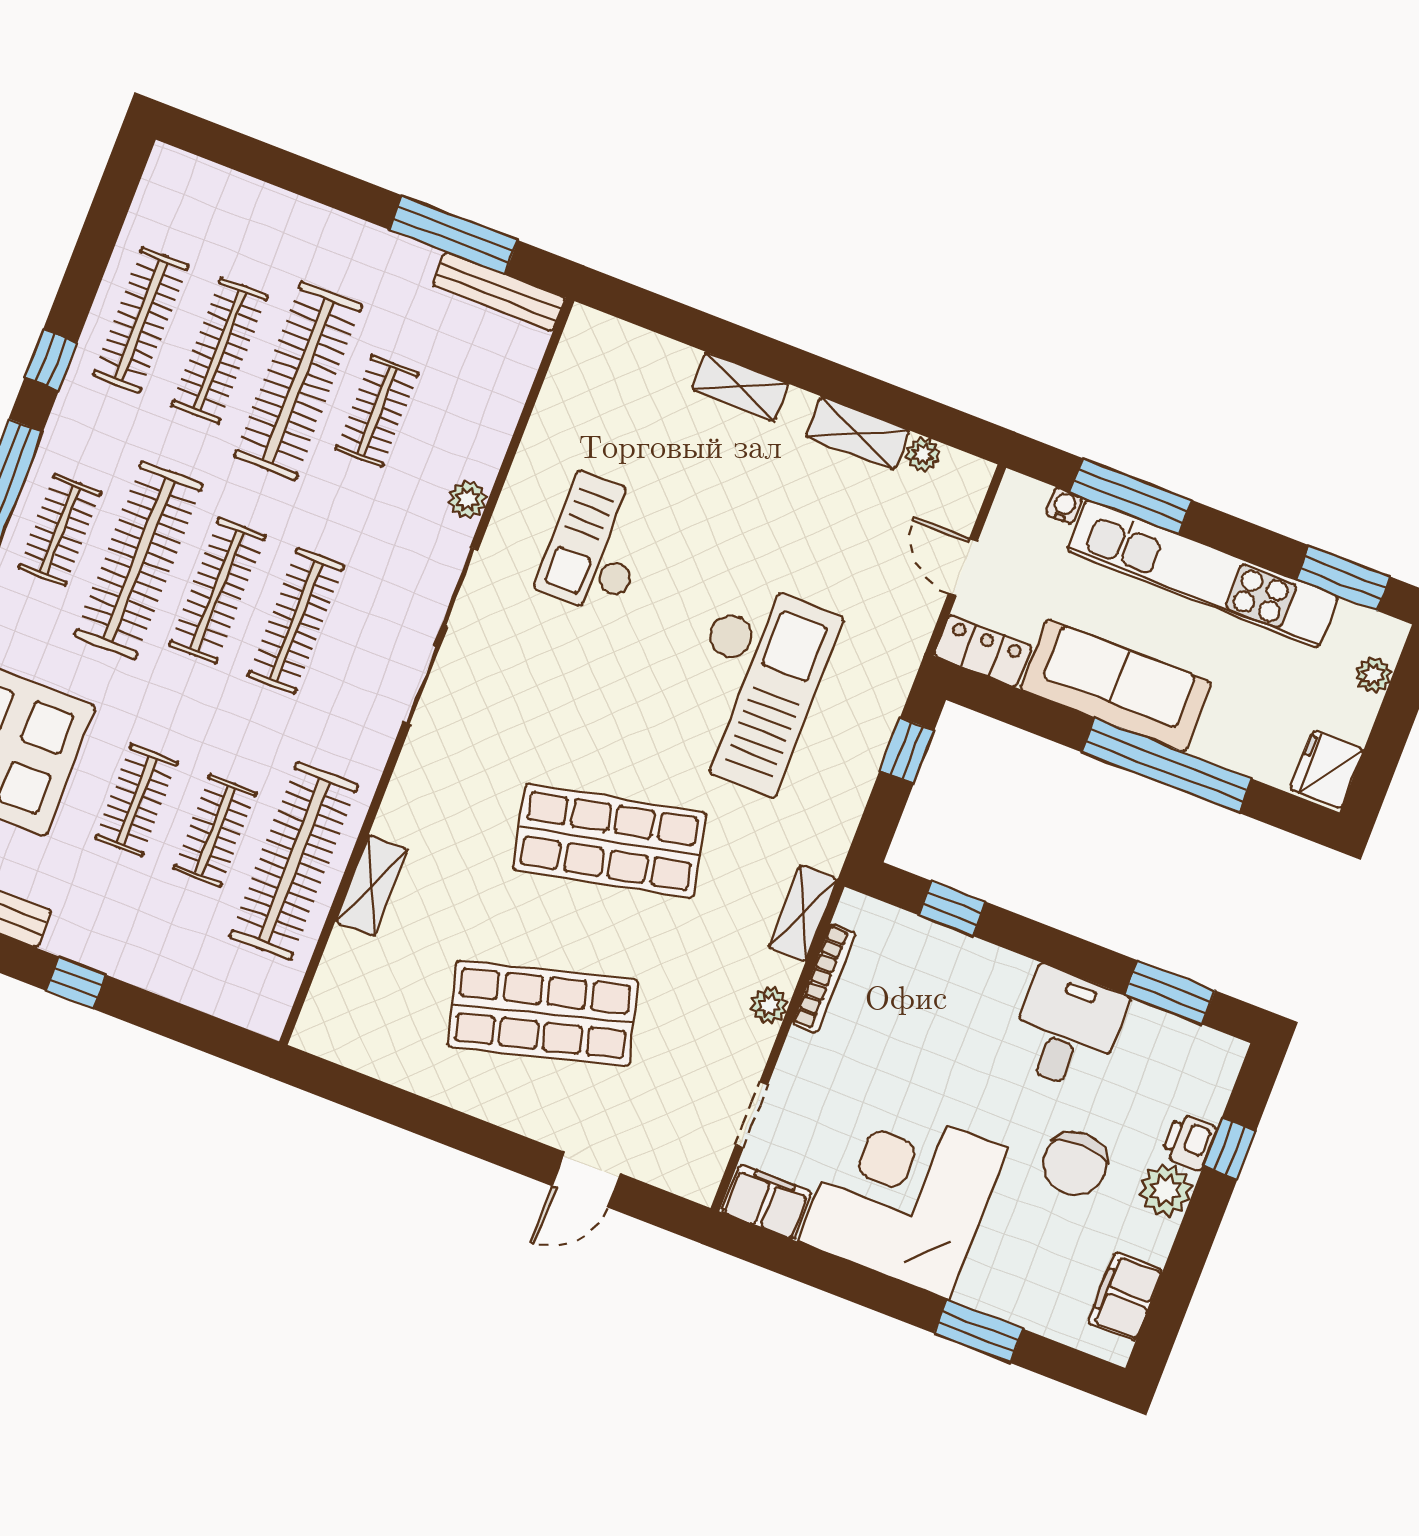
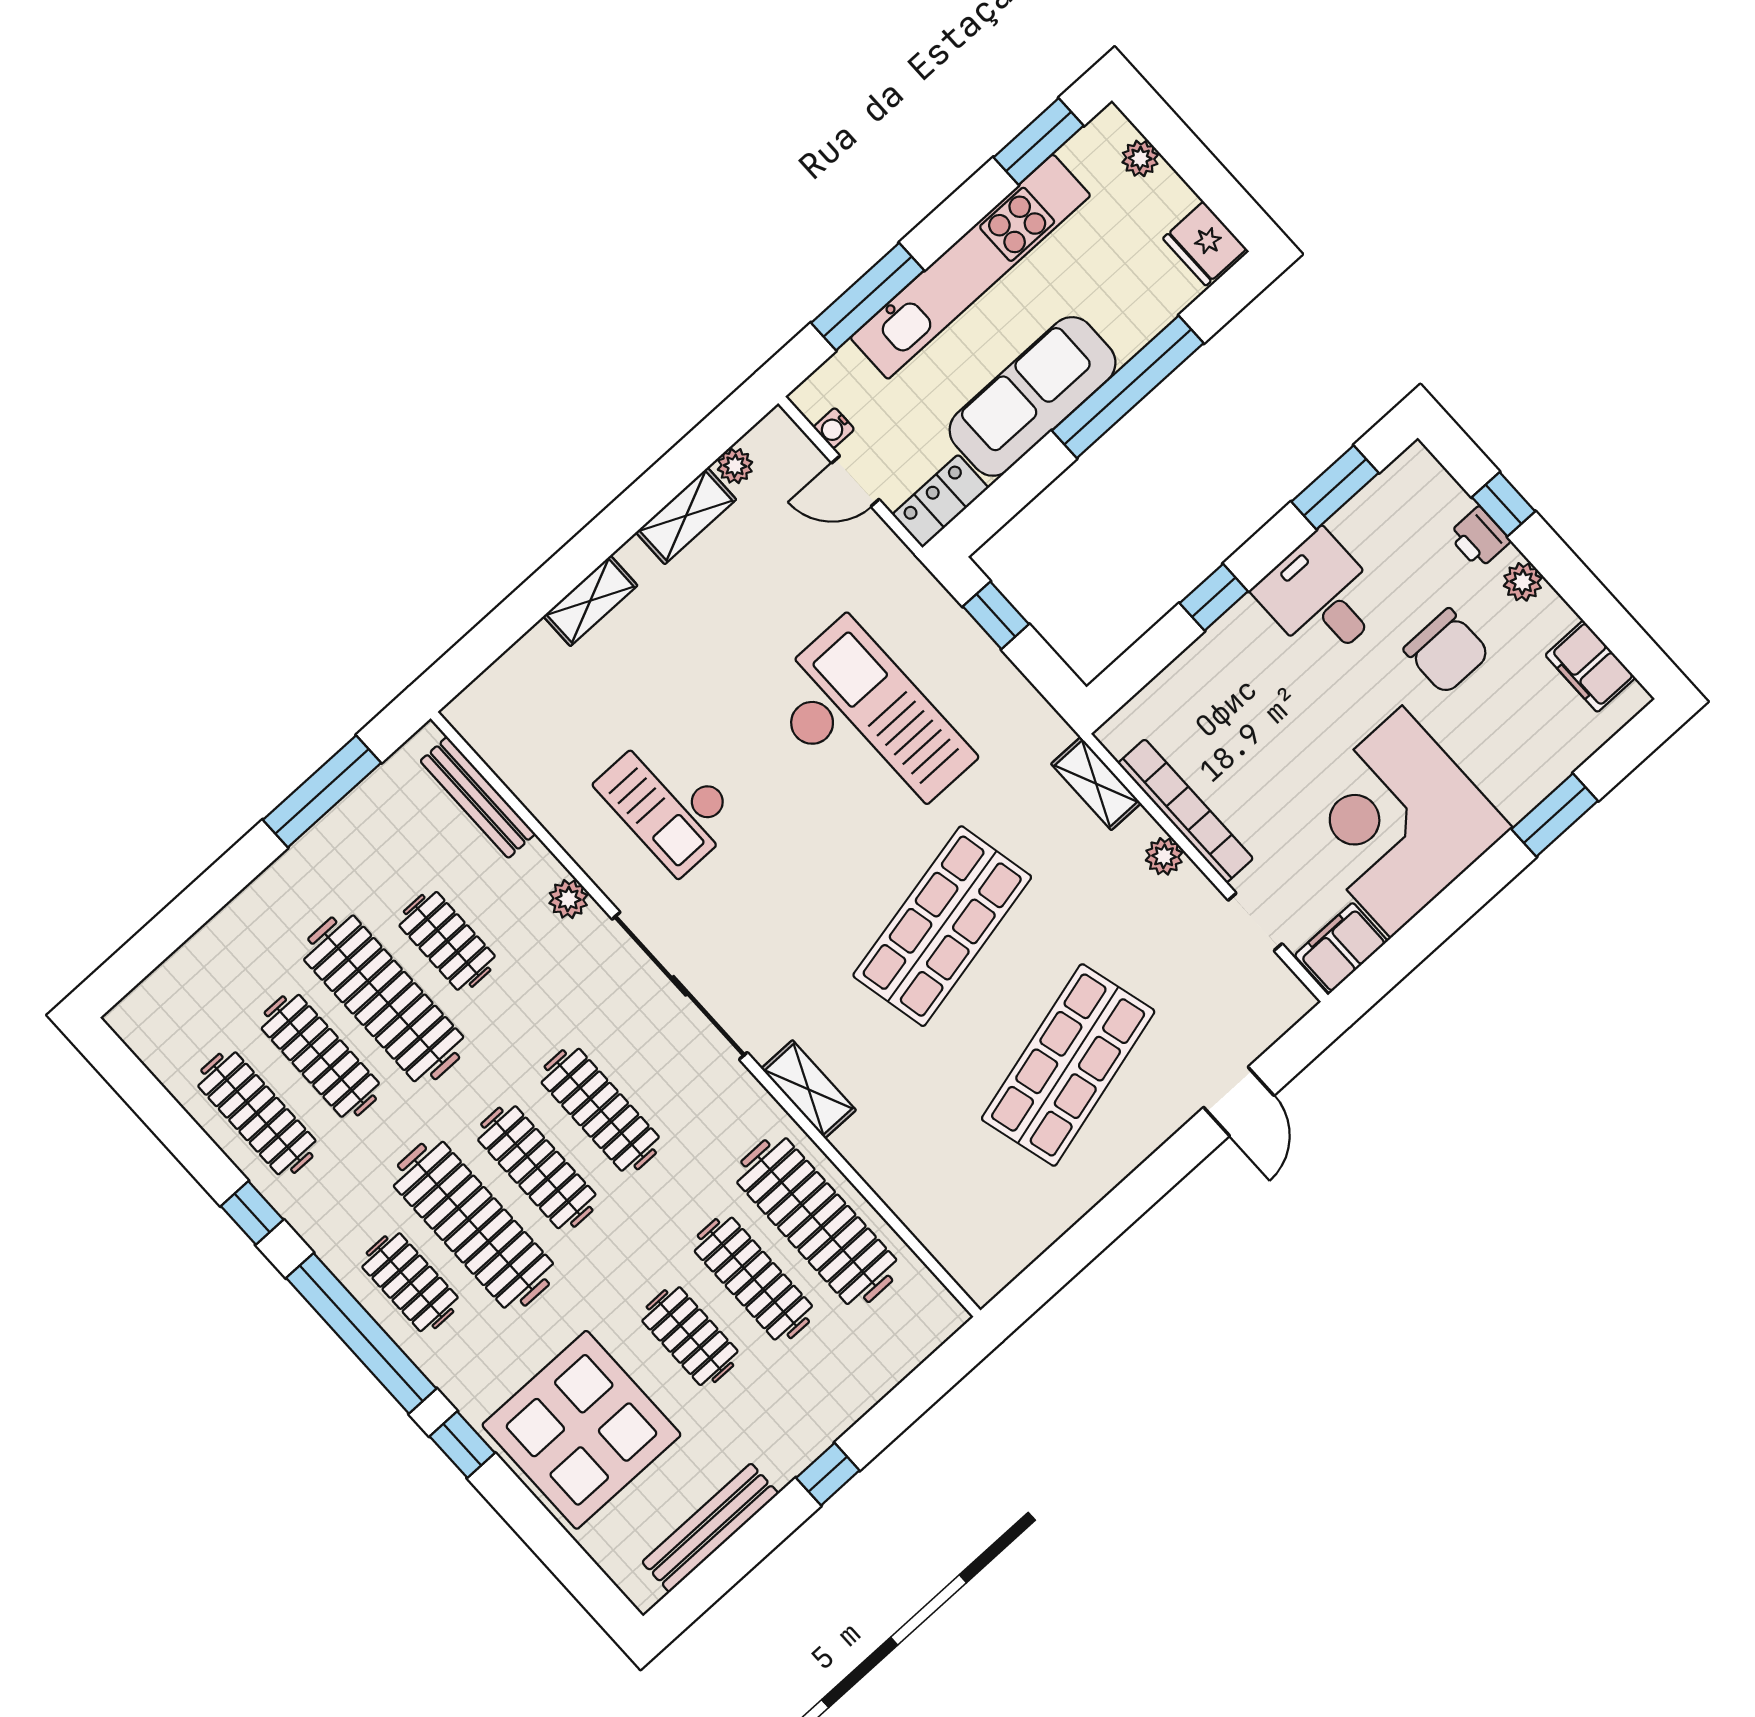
bench: (499, 291) -> (478, 797), moved, turned 90
water cooler: (1064, 506) -> (834, 428), moved, turned -90
clothes rail: (215, 831) -> (753, 1279), width x1.36
shelving: (372, 886) -> (809, 1089), moved
window: (952, 908) -> (1214, 597), moved
bookcase: (824, 978) -> (1186, 811), width x1.48, depth x1.31
plant: (1166, 1190) -> (1523, 582), width x0.73, depth x0.73

